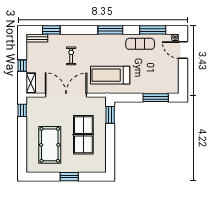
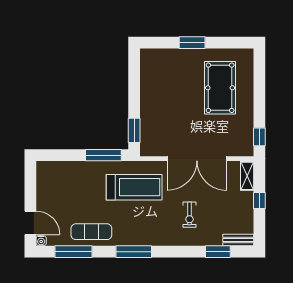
window: (156, 98) -> (103, 155), moved
table tennis table: (83, 135) -> (172, 102), removed

